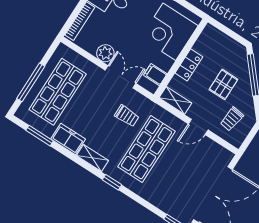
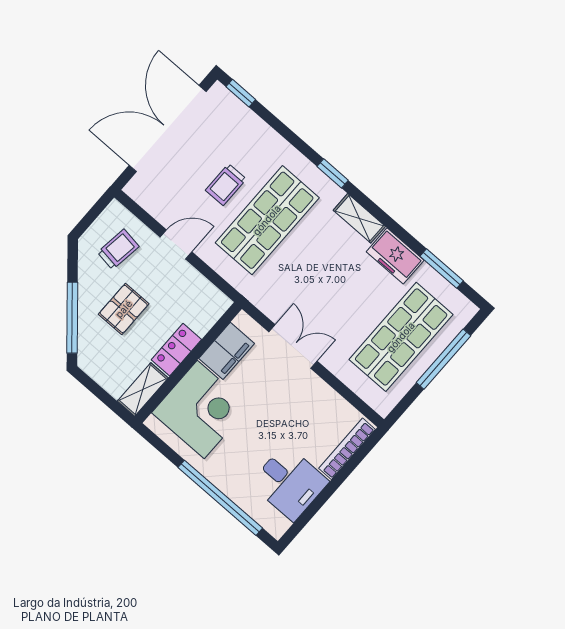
plant: (105, 53) -> (312, 389), removed
filing cabinet: (155, 75) -> (227, 351), width x2.00
double door: (121, 77) -> (293, 347), swing flipped
shelving: (175, 100) -> (143, 389), moved, turned 90
trolley: (127, 116) -> (226, 185), moved, turned -90

